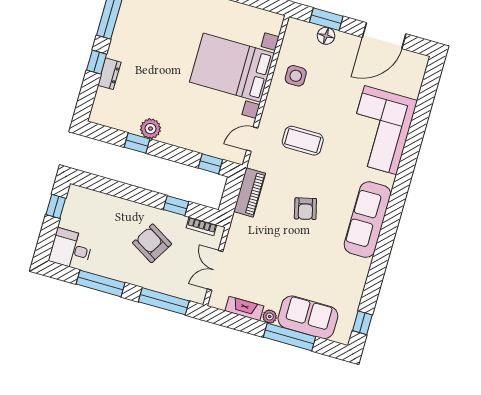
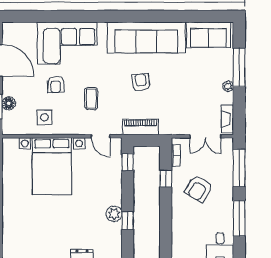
armchair: (333, 102) -> (56, 84), added
coffee table: (303, 141) -> (91, 99), width x0.73, depth x0.77
armchair: (305, 209) -> (141, 82), turned -83
sofa: (368, 220) -> (146, 37), width x1.36, depth x1.27
fireplace: (244, 308) -> (228, 119), moved
sofa: (308, 317) -> (208, 35), moved, turned -90
window: (362, 323) -> (213, 16), removed

